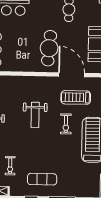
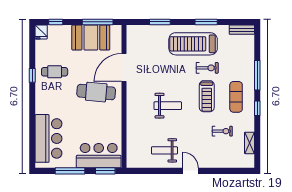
treadmill: (76, 97) -> (207, 96), moved
exercise bike: (66, 124) -> (207, 68), moved

